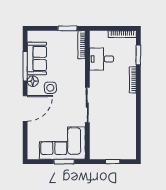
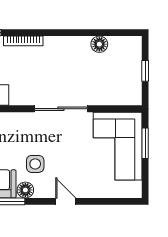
door: (25, 108) -> (66, 201), width x0.53
floor lamp: (131, 131) -> (99, 44), added

